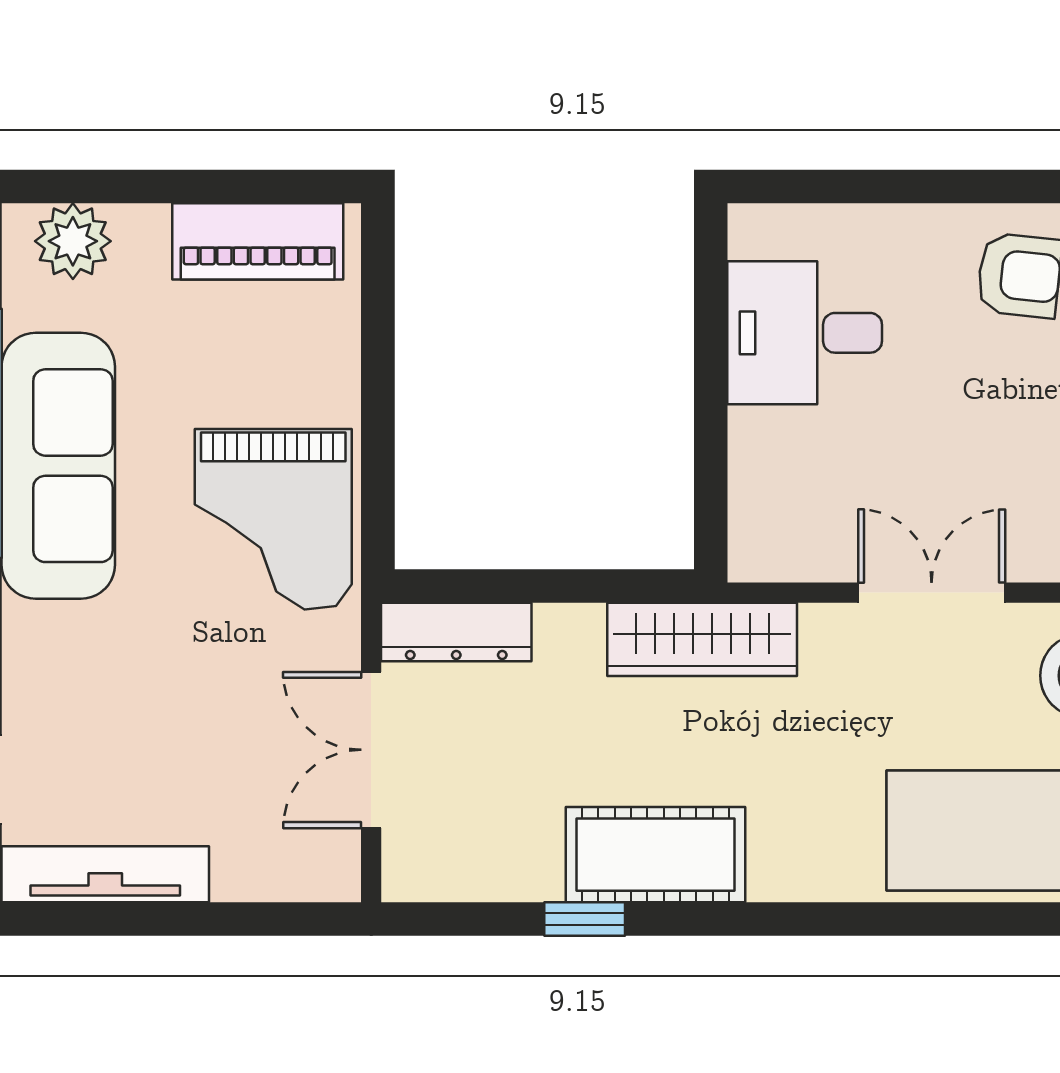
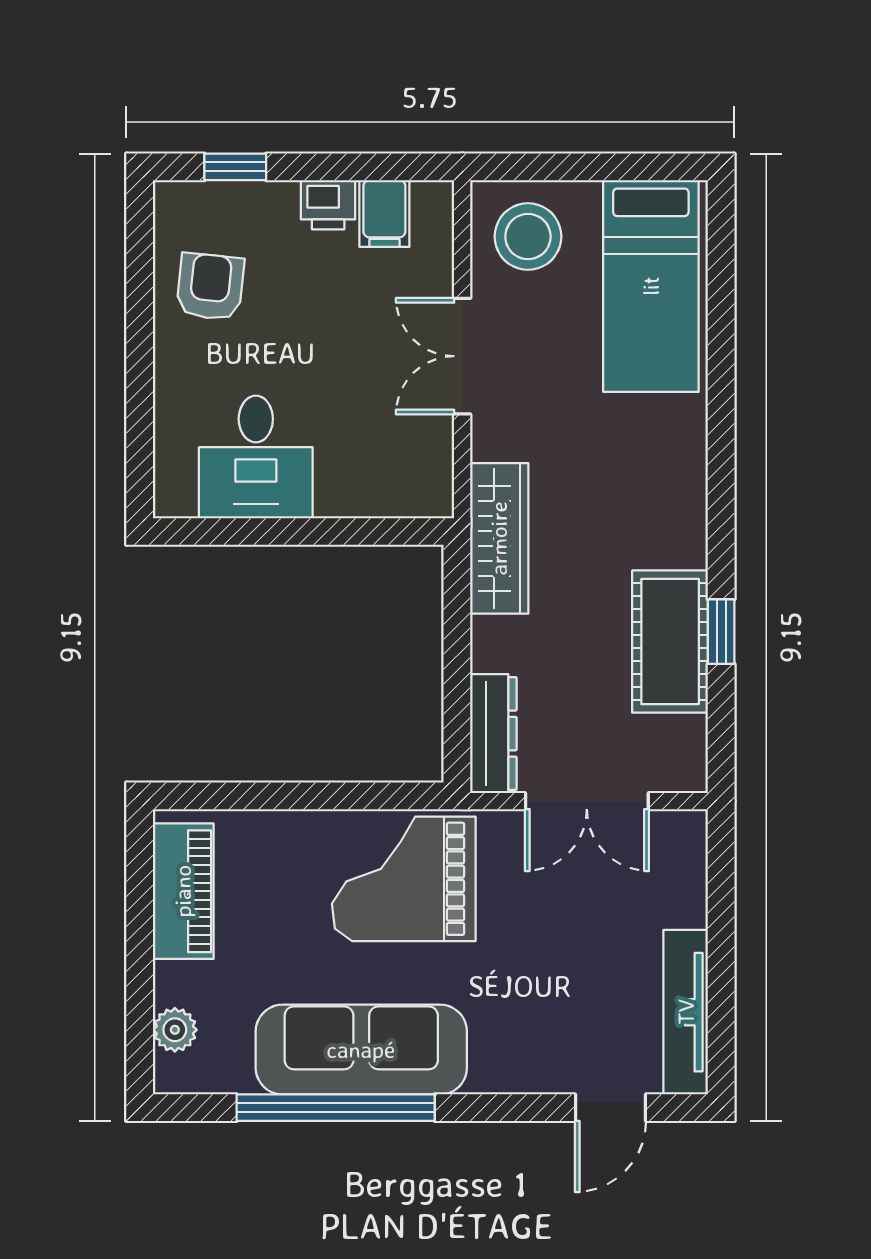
plant: (73, 241) -> (175, 1030), width x0.73, depth x0.73
grand piano: (273, 519) -> (404, 879), turned 180
cot: (655, 855) -> (670, 642), moved

